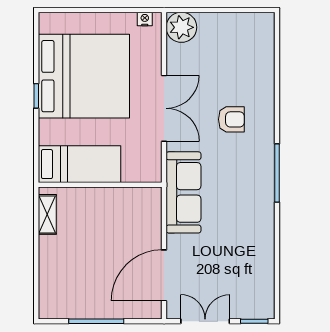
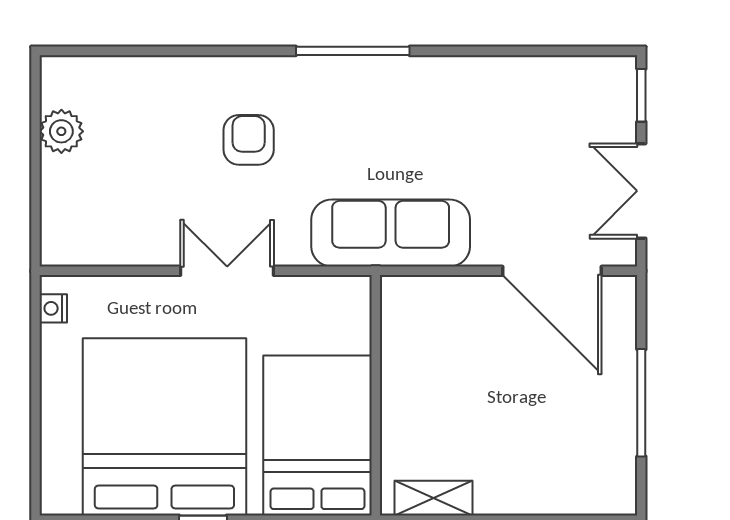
plant: (181, 27) -> (61, 131), moved, width x0.73, depth x0.73
double door: (164, 108) -> (227, 271), width x0.73
bed: (79, 164) -> (317, 435), width x1.50

